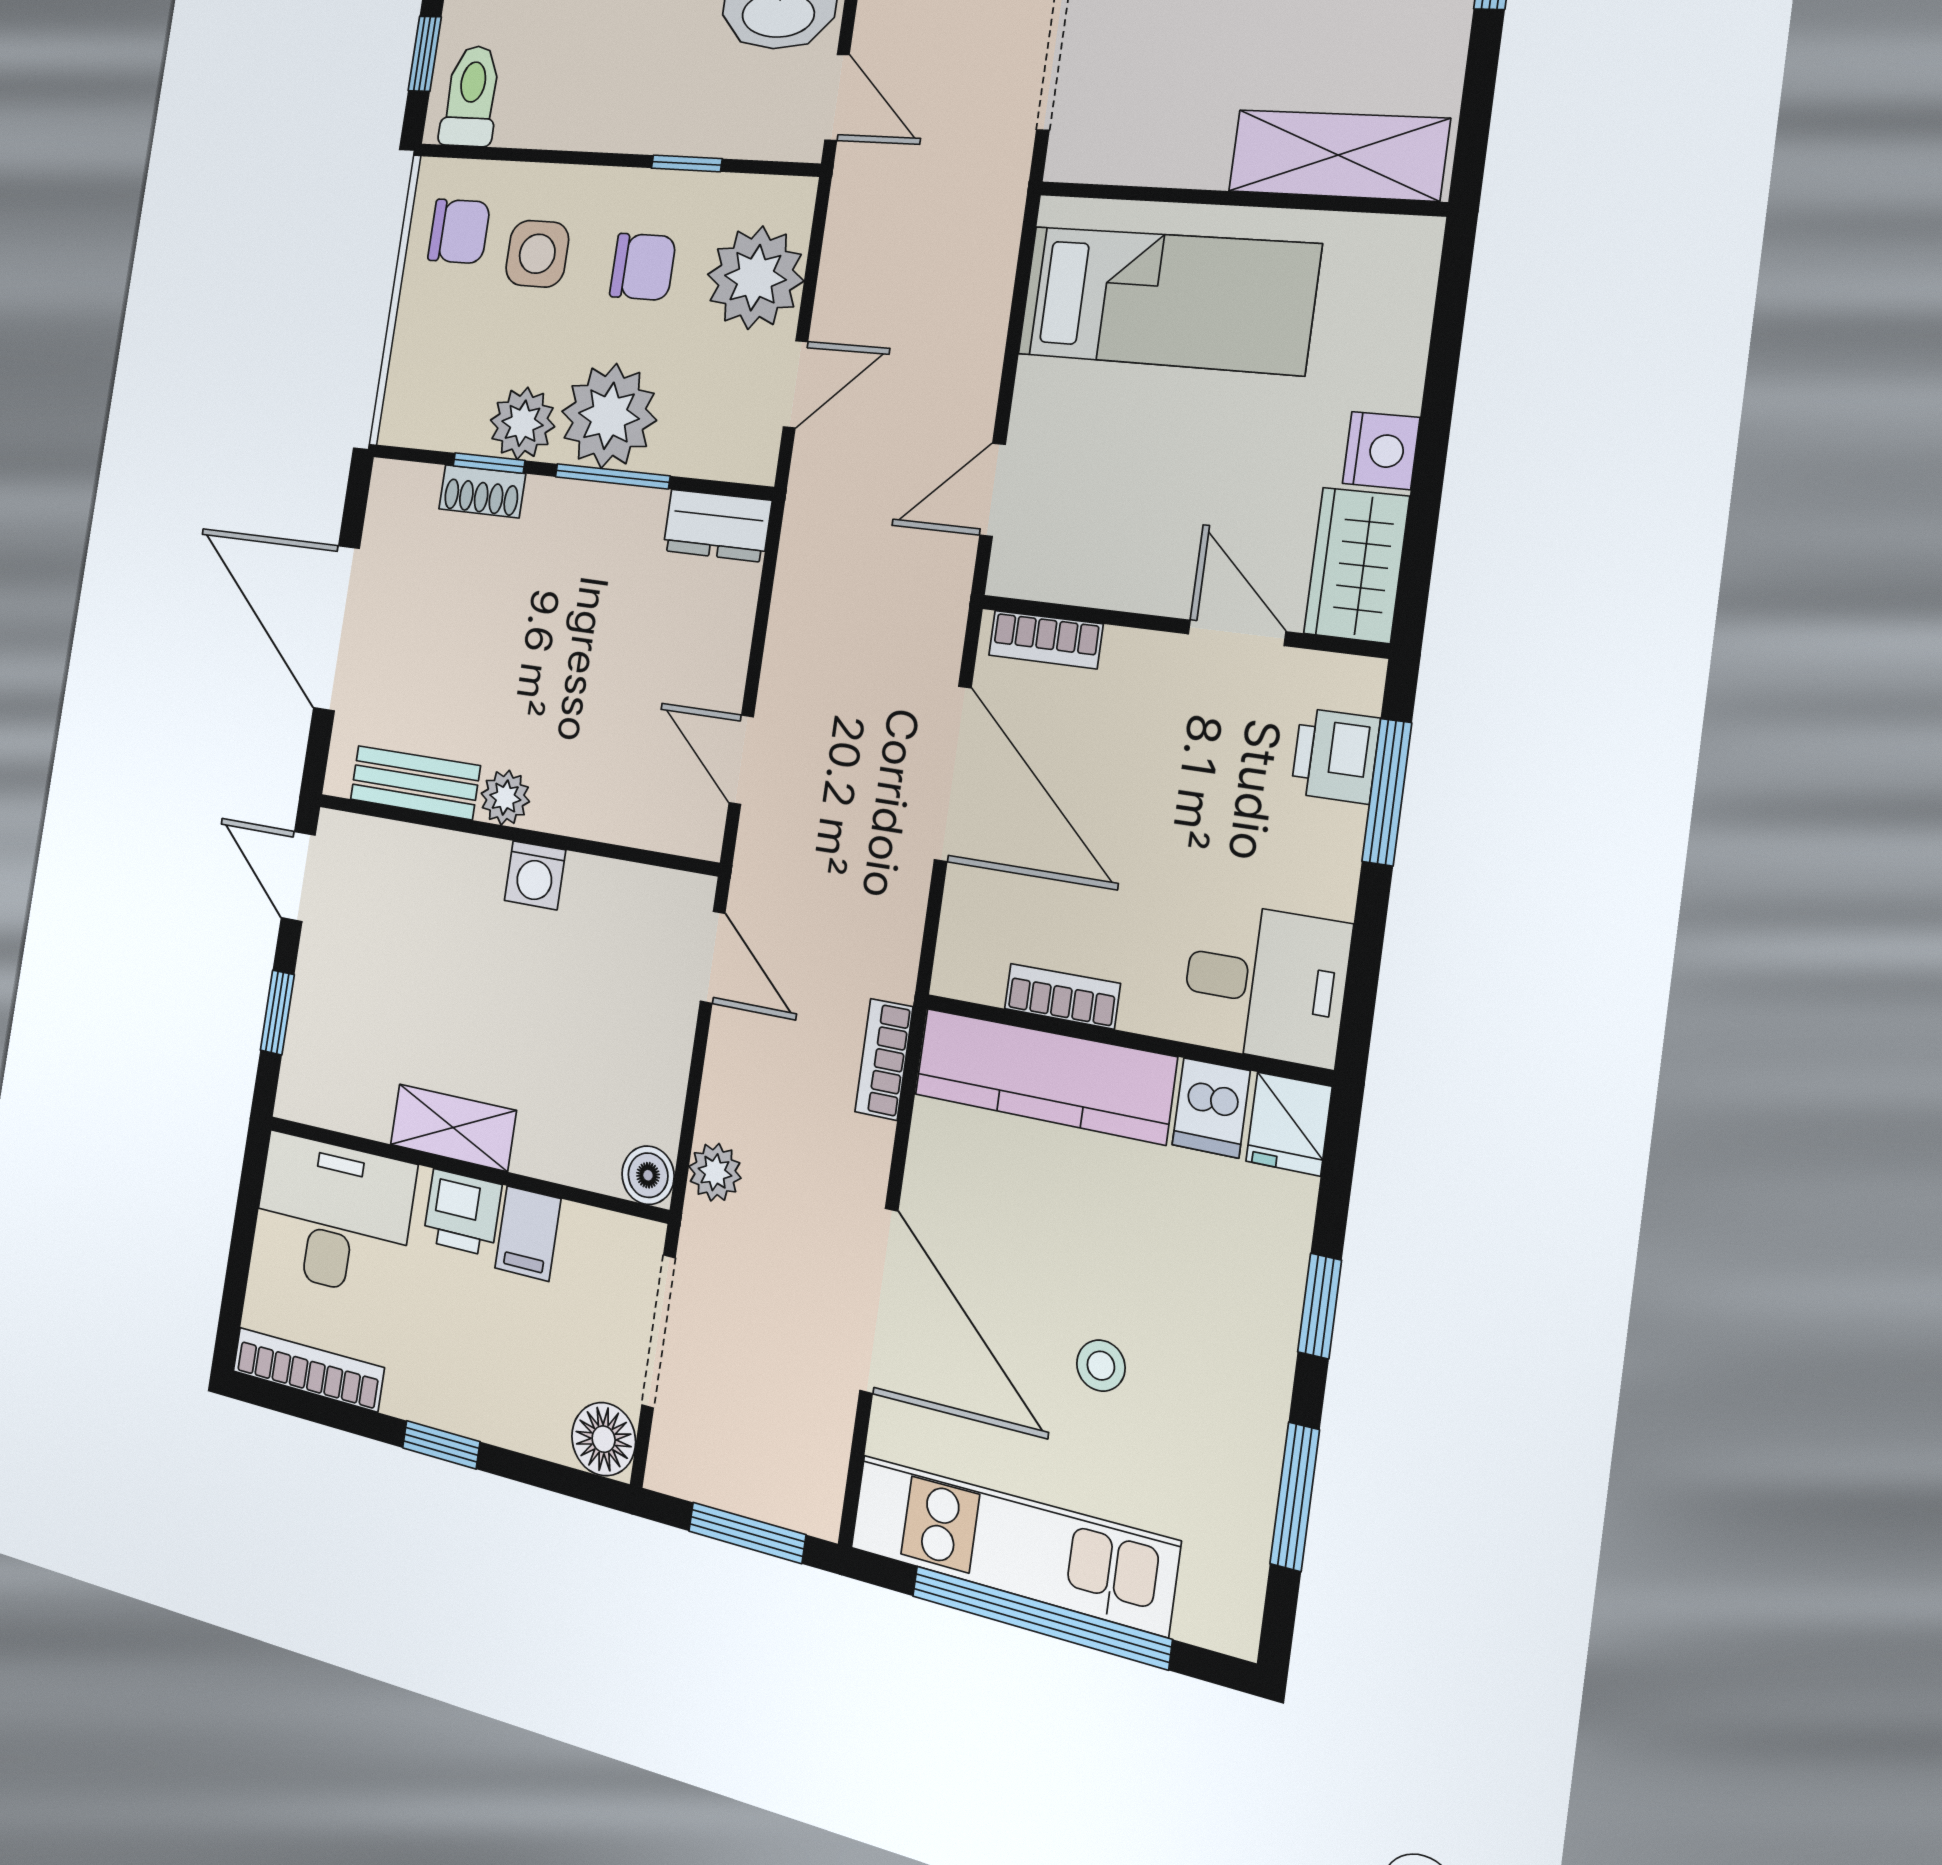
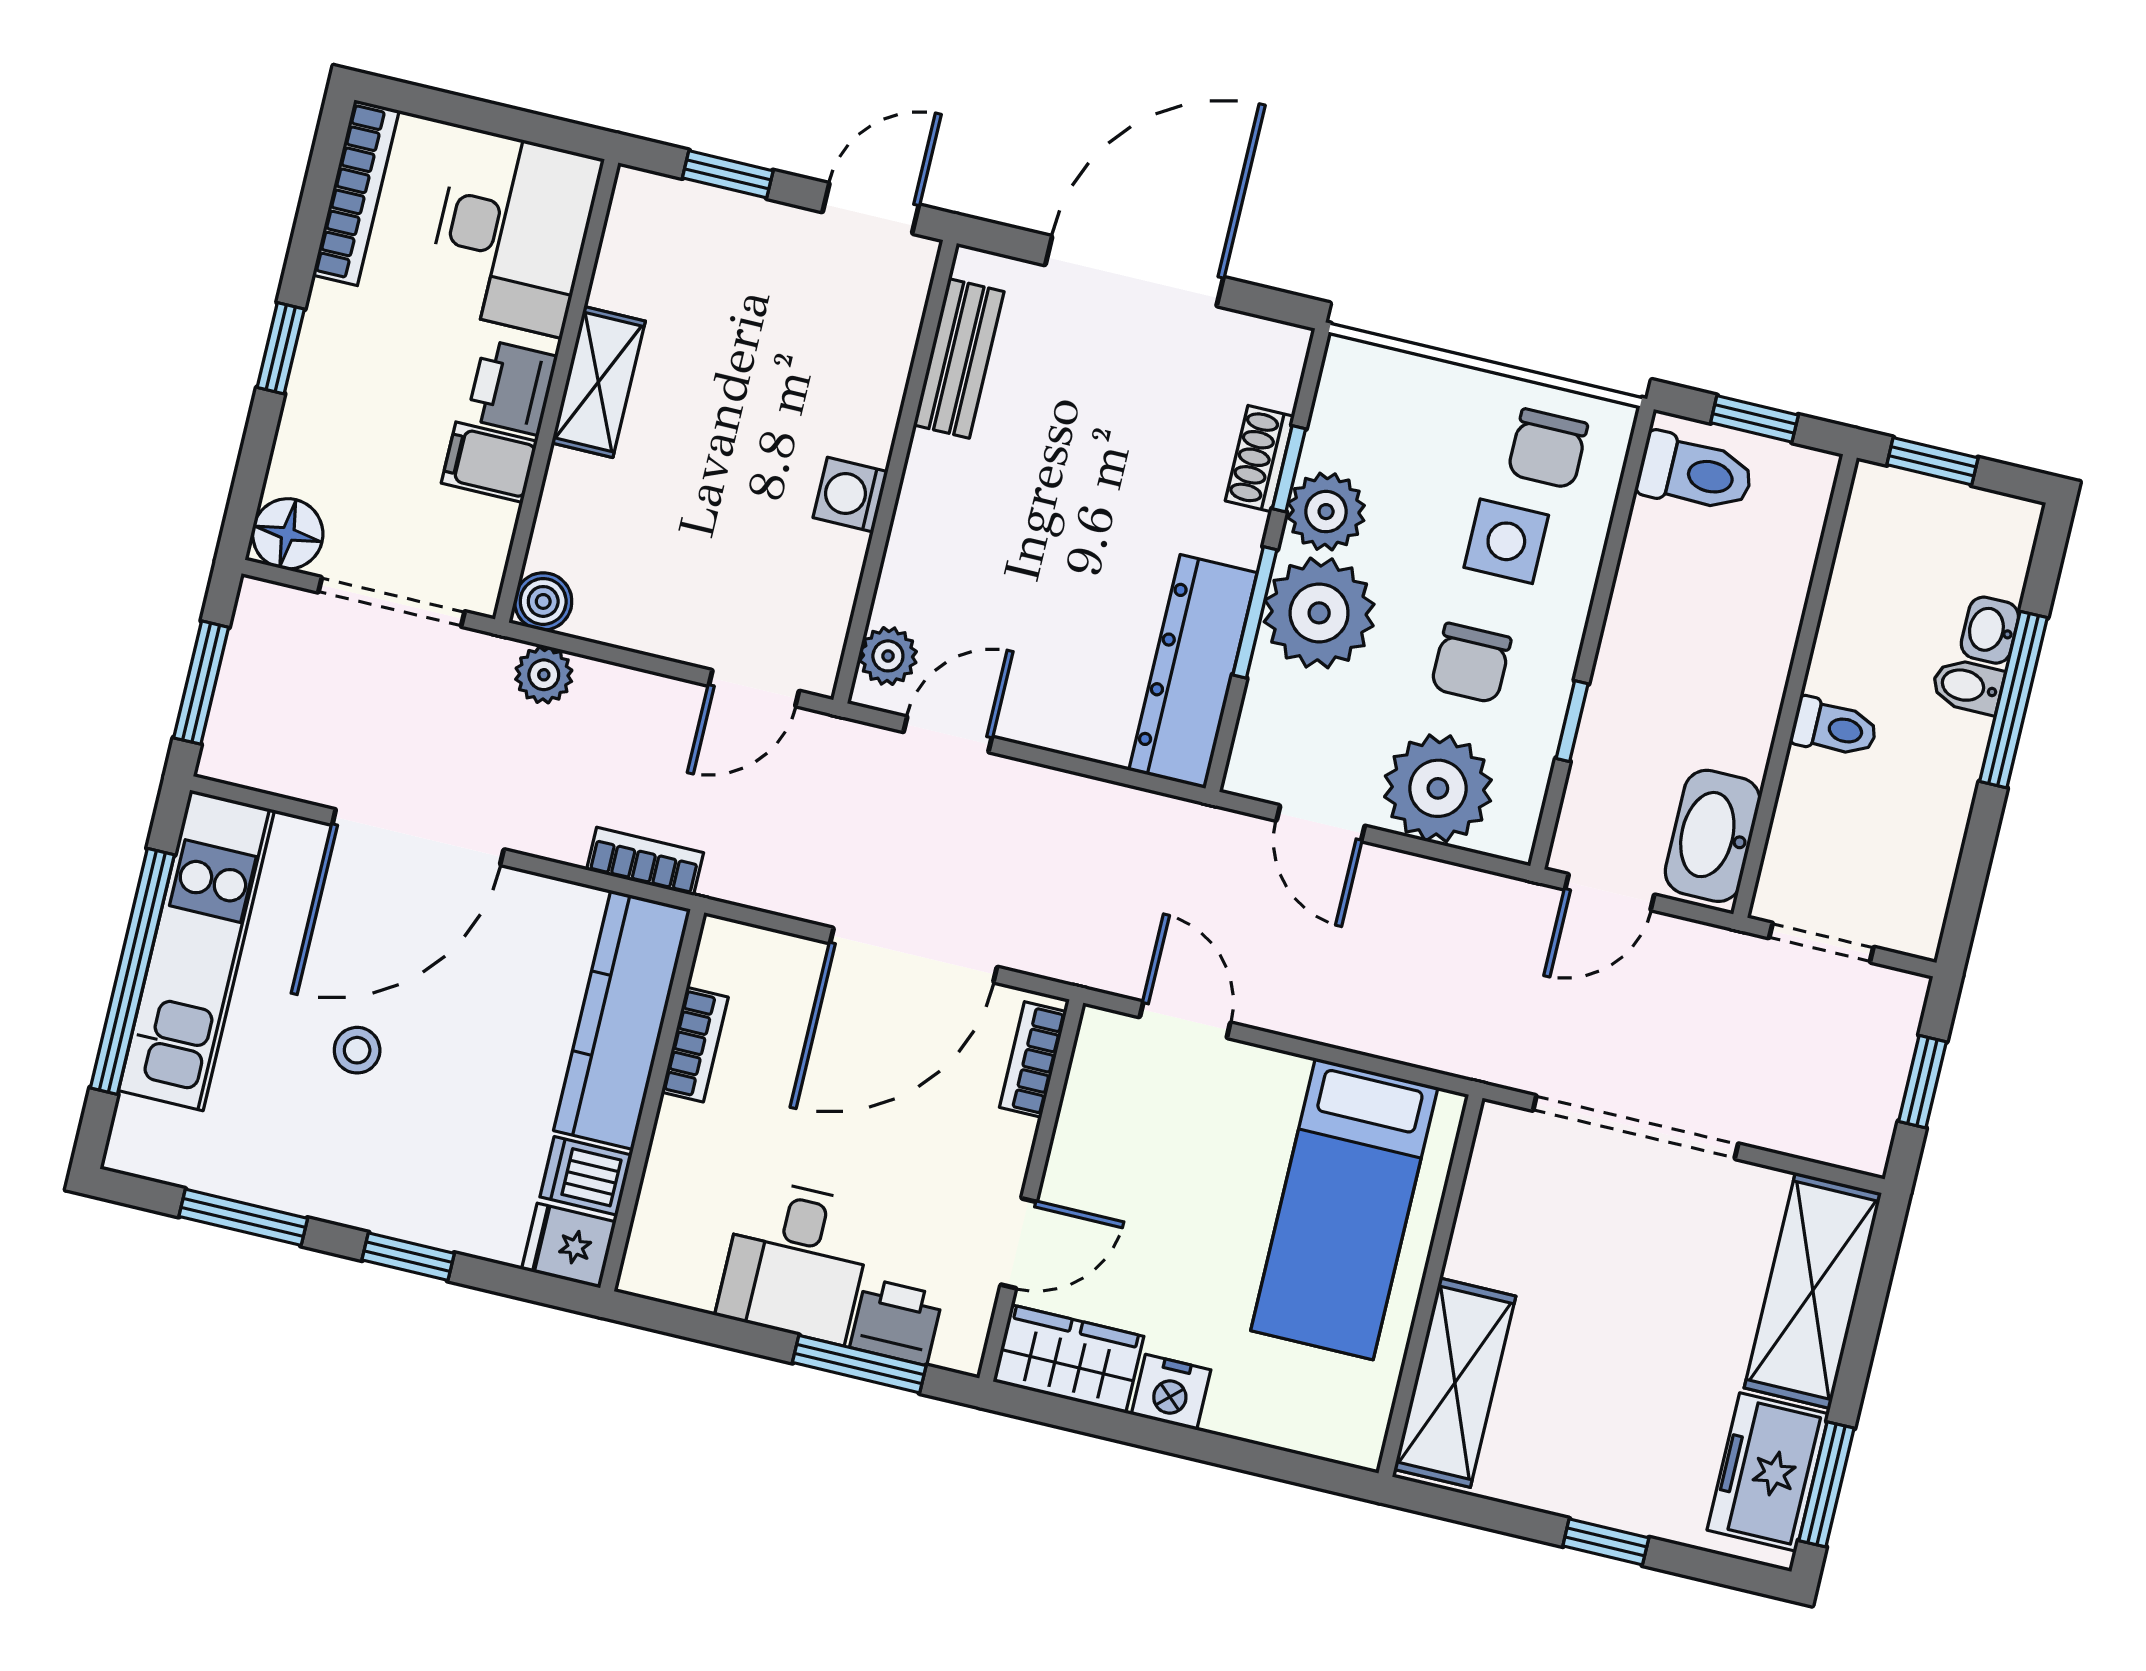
dresser: (717, 526) -> (1193, 672), width x1.96, depth x1.24
plant: (505, 798) -> (888, 656), moved
desk: (1265, 983) -> (796, 1261), moved

